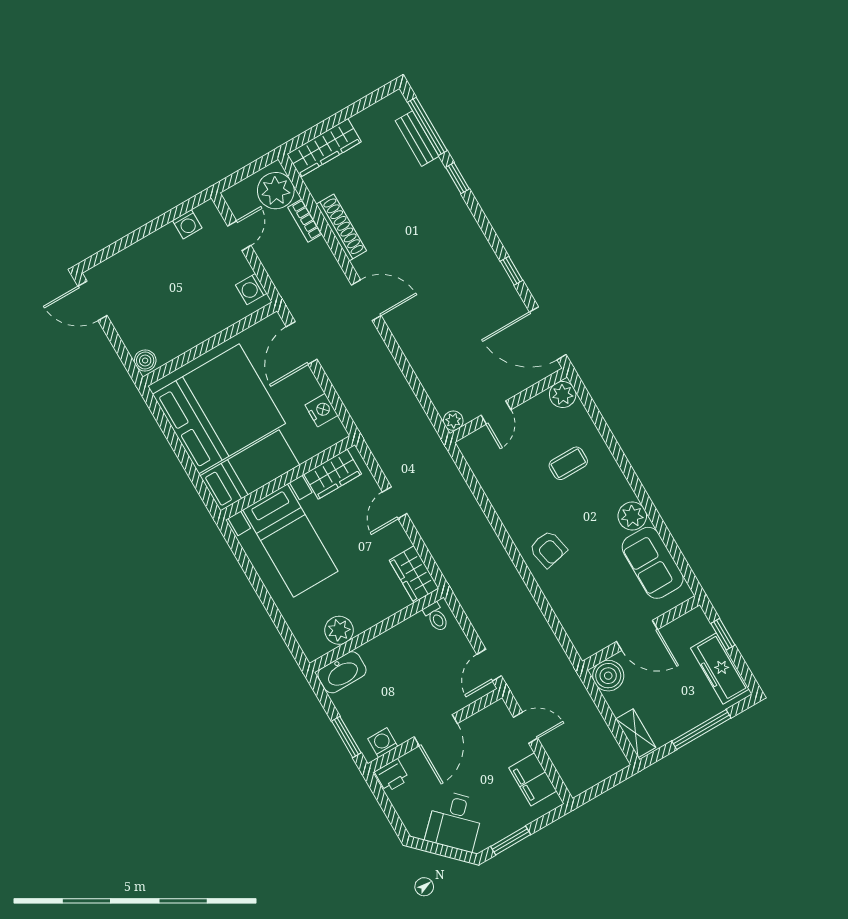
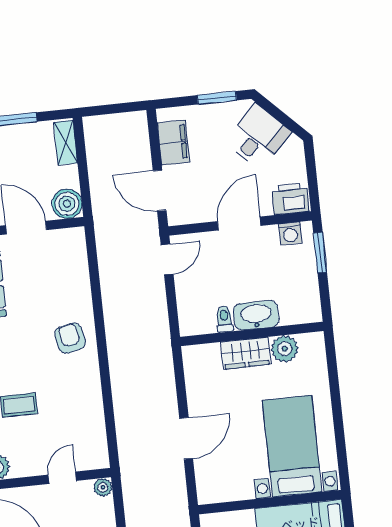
wardrobe: (333, 474) -> (229, 488), removed
door: (395, 503) -> (186, 438), width x1.38
wardrobe: (414, 574) -> (246, 353), moved, turned 90
toilet: (436, 617) -> (224, 319), moved
washbasin: (342, 672) -> (256, 315), moved
door: (526, 728) -> (160, 191), width x1.38
printer: (392, 775) -> (290, 199), width x1.36, depth x1.24

